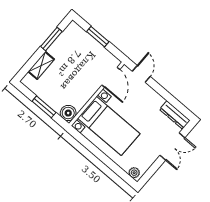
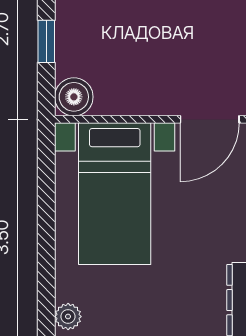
window: (44, 107) -> (46, 41), width x0.67

